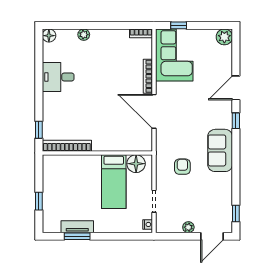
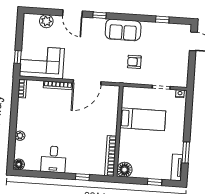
plant: (224, 37) -> (46, 21), moved
window: (39, 130) -> (82, 177), moved
floor lamp: (136, 164) -> (124, 170), moved
window: (236, 213) -> (162, 20), moved
tv unit: (77, 227) -> (177, 167), moved
plant: (188, 227) -> (185, 60), removed

